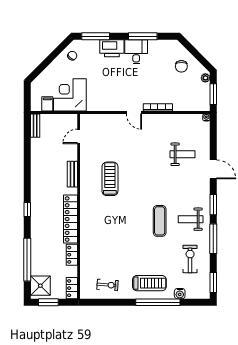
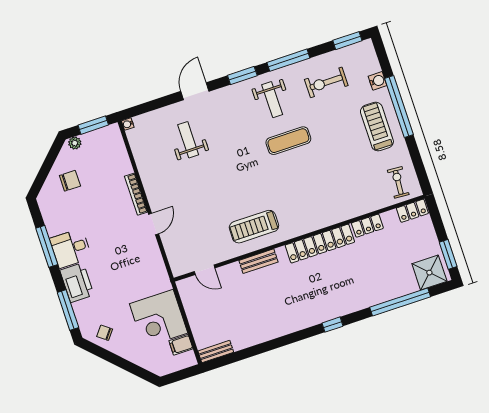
door: (79, 136) -> (205, 270), moved
bench: (72, 174) -> (258, 261), moved
wall: (79, 206) -> (299, 238), moved
locker: (70, 219) -> (320, 244), moved
locker: (72, 255) -> (367, 226), moved
locker: (72, 288) -> (412, 211), moved

